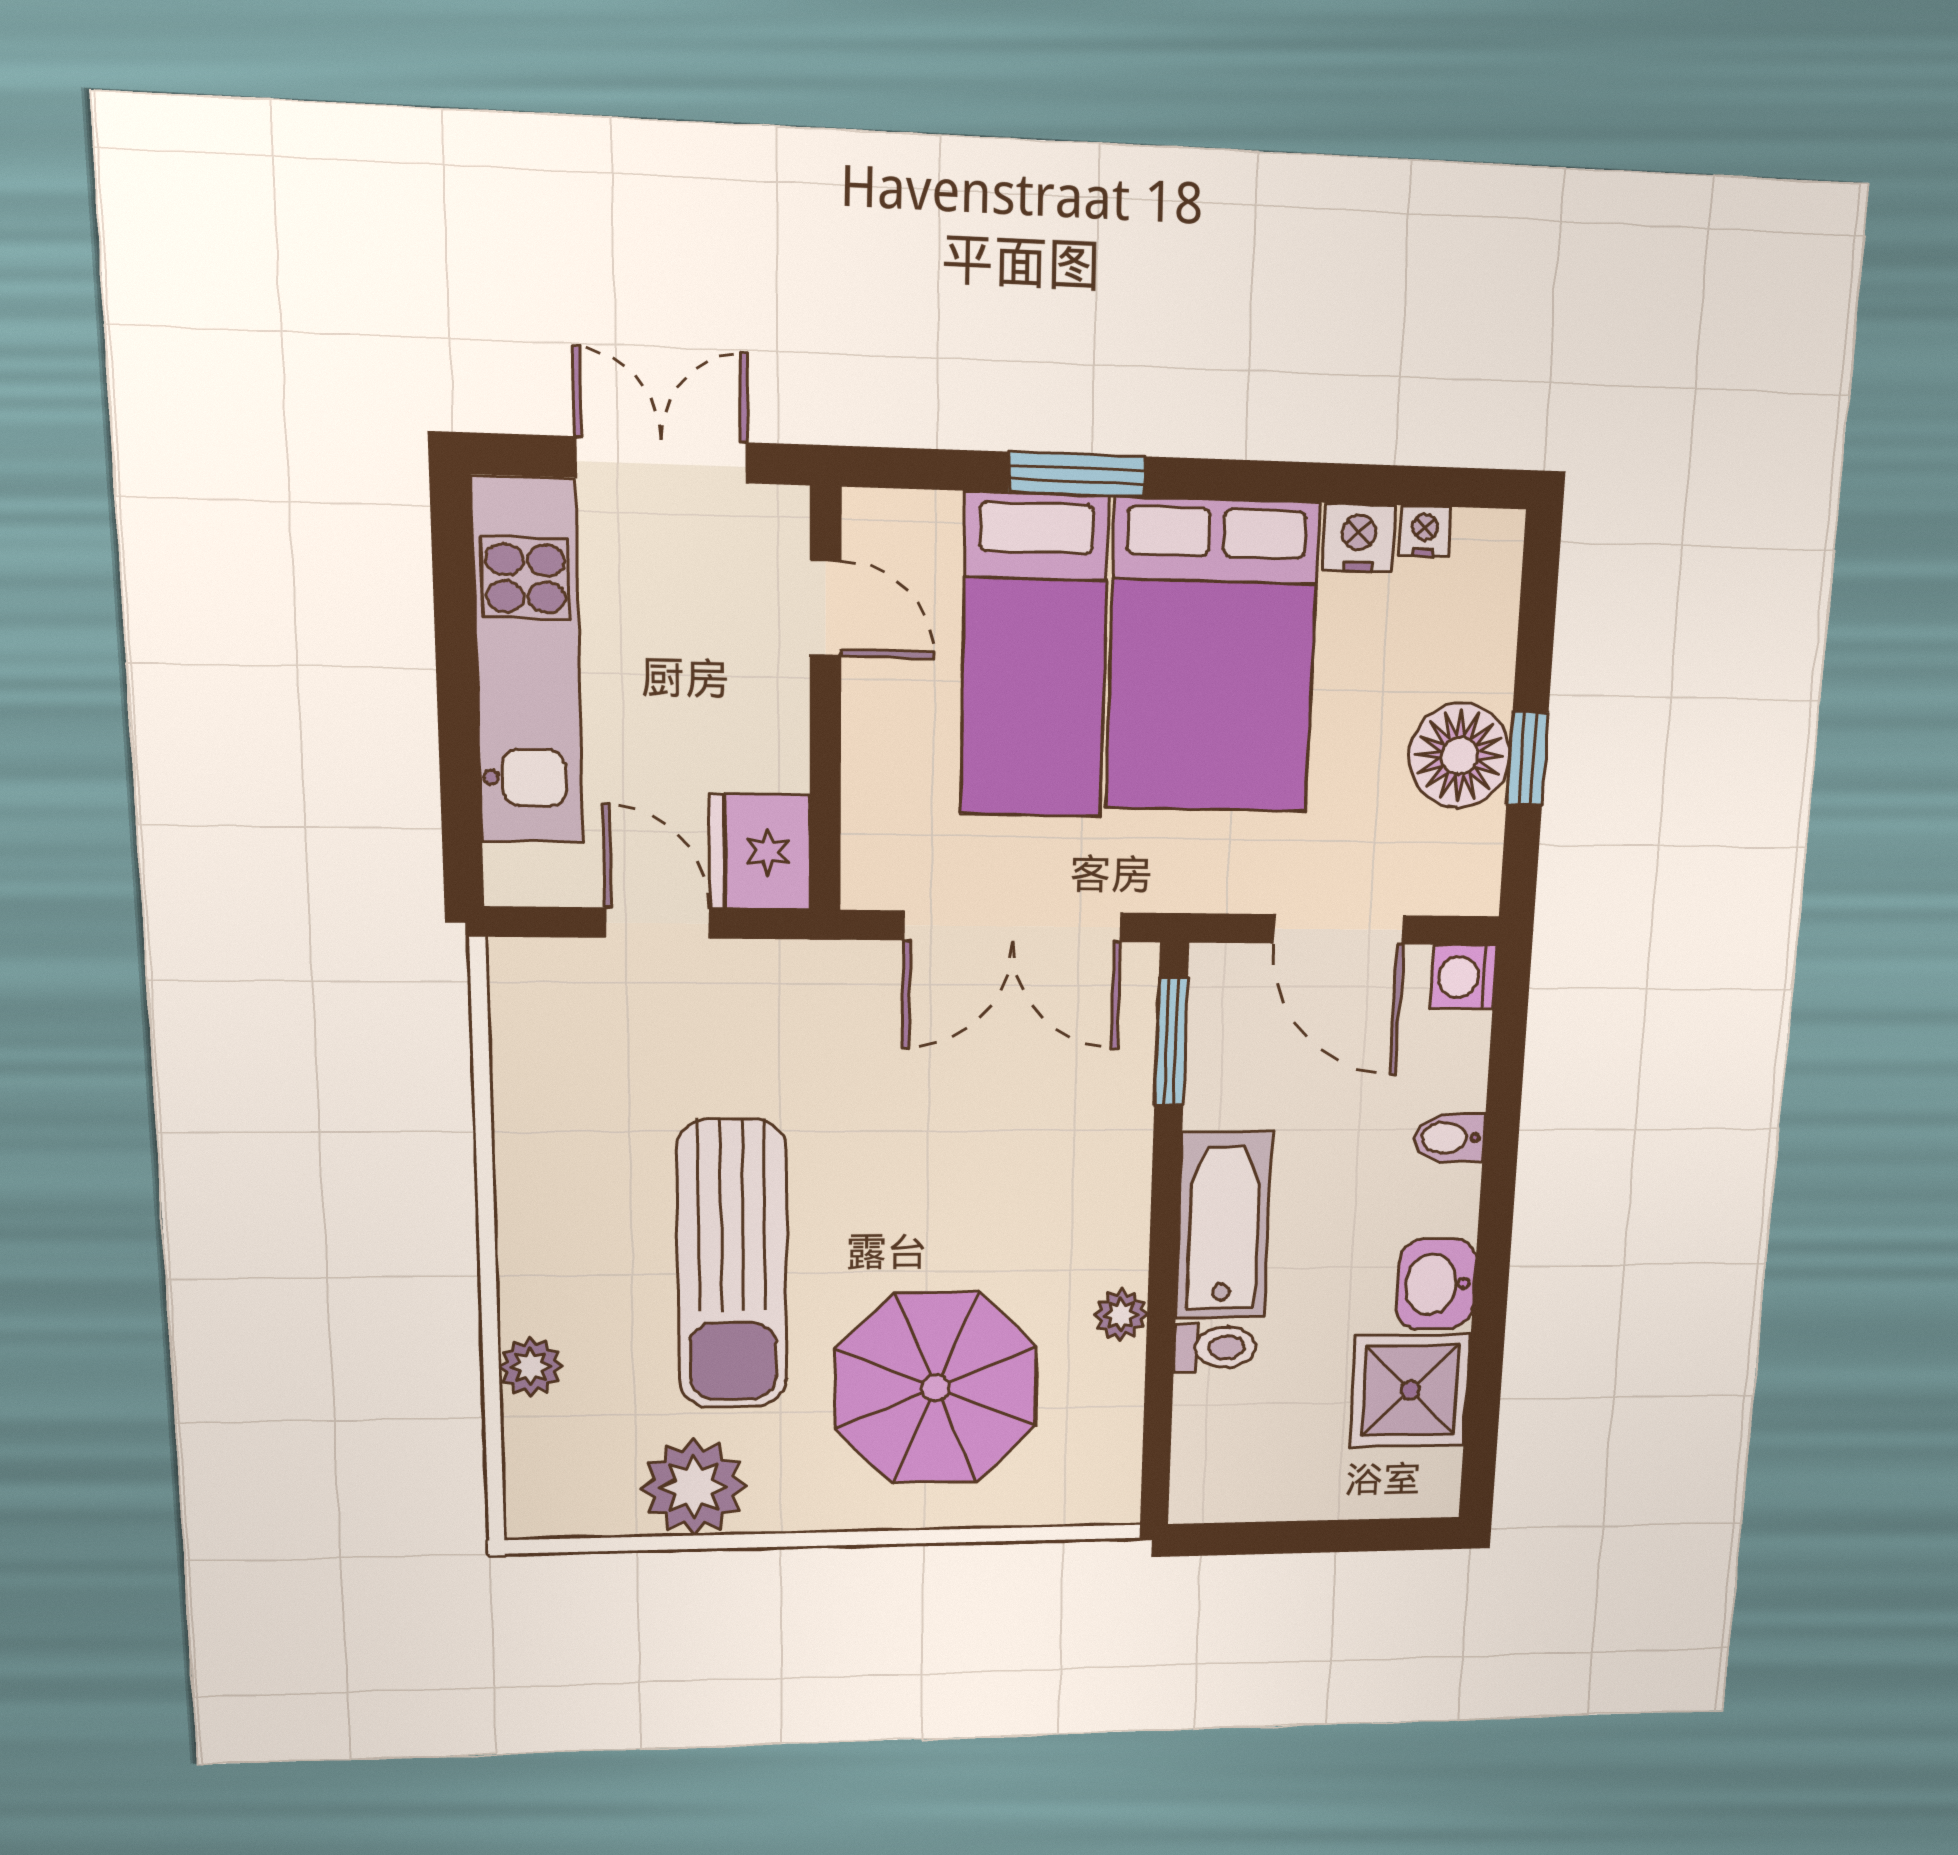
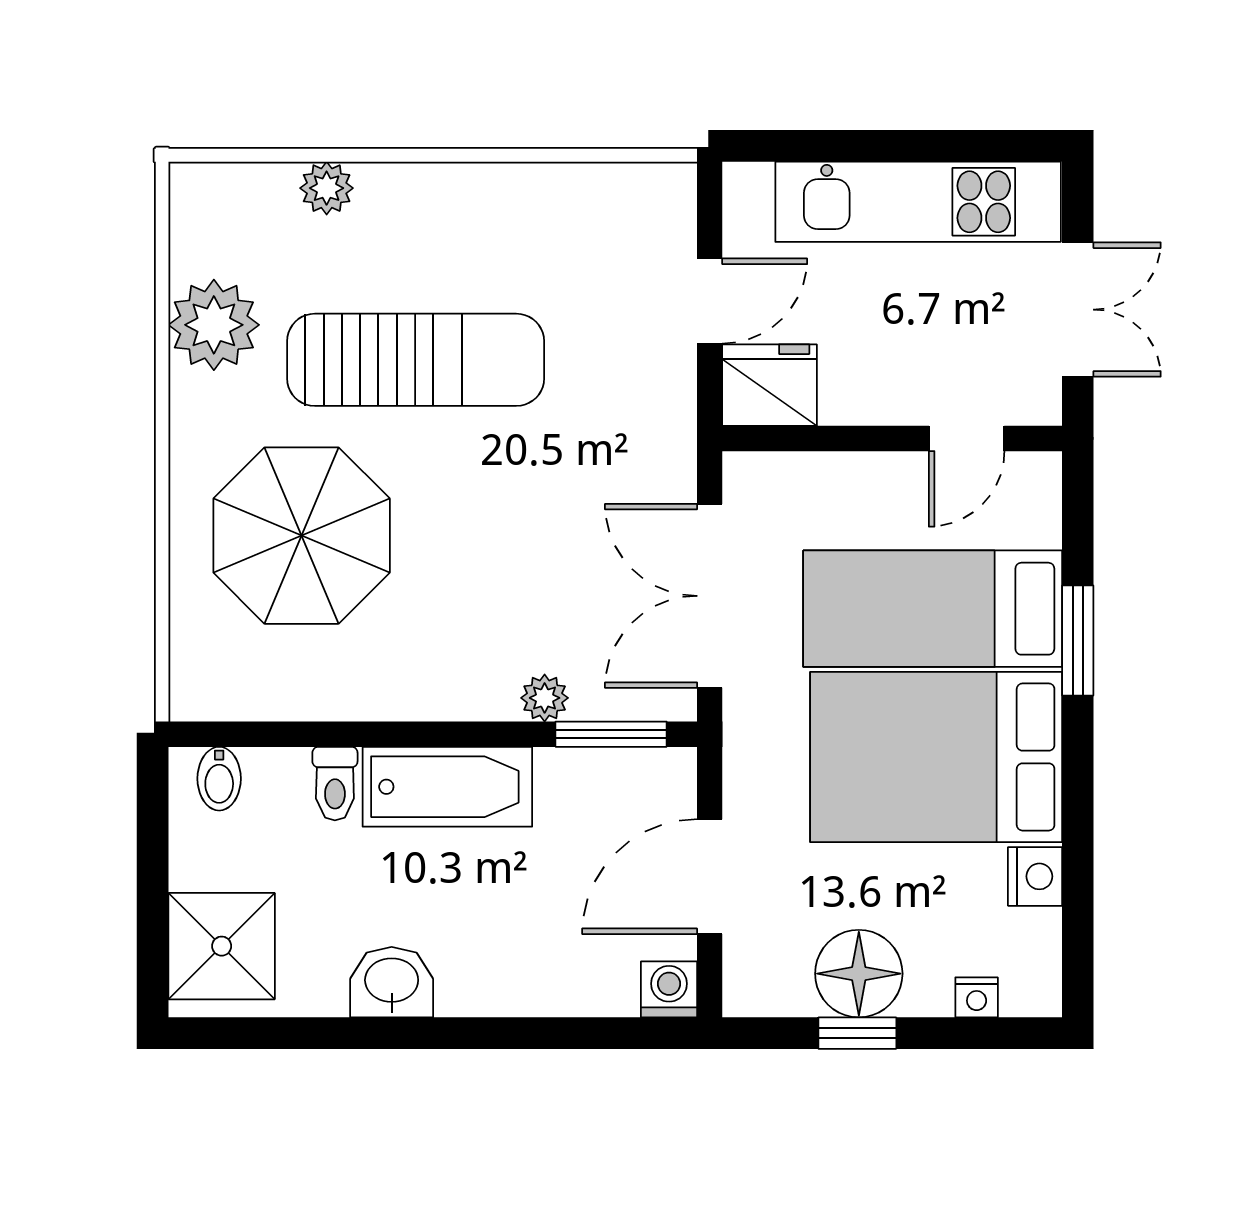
nightstand: (1425, 531) -> (977, 997), moved, turned 90
bidet: (1449, 1138) -> (219, 779), moved, turned 180
sun lounger: (732, 1265) -> (416, 360), turned 180
plant: (1121, 1315) -> (545, 698), moved
shower: (1410, 1390) -> (222, 946), moved

